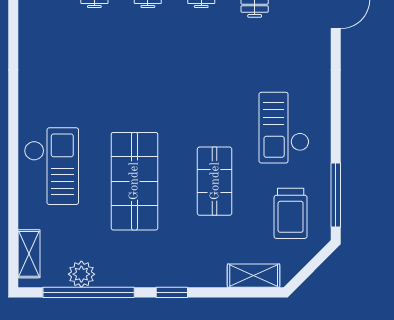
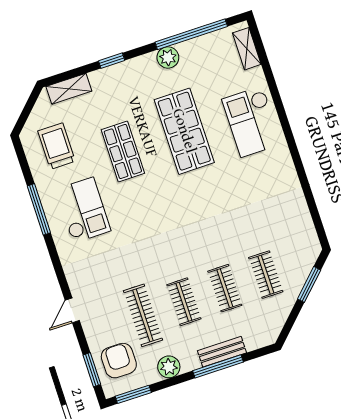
window: (336, 195) -> (39, 209), moved
plant: (81, 274) -> (168, 57), moved
window: (172, 292) -> (112, 61), moved

